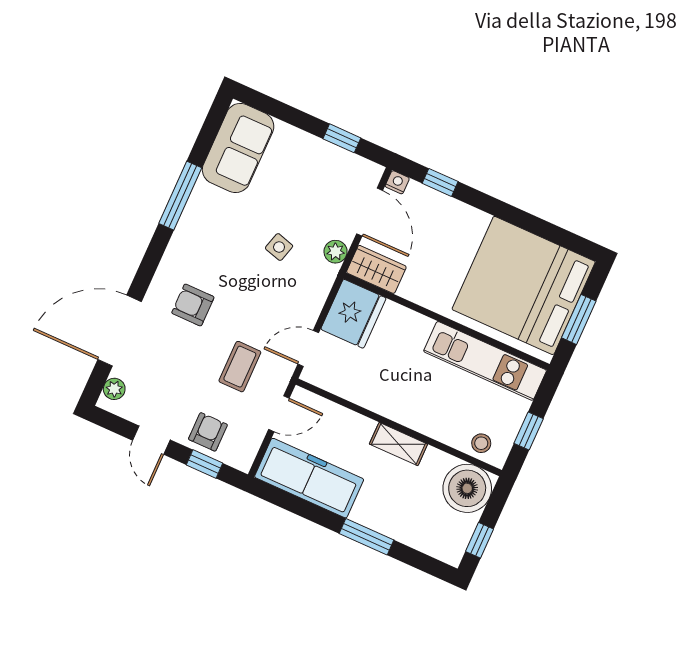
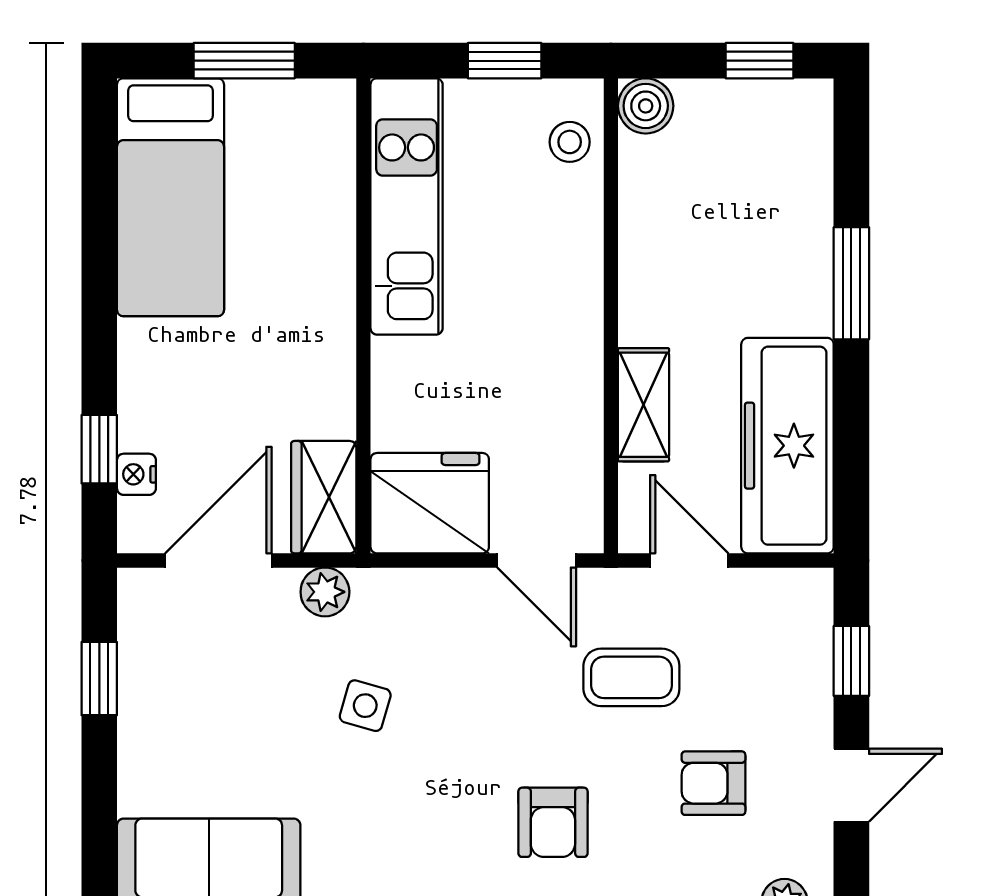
nightstand: (397, 182) -> (136, 474), moved
bed: (524, 285) -> (171, 197), width x0.49
armchair: (208, 432) -> (713, 783), moved
shelving: (398, 444) -> (644, 405), moved
boiler: (467, 488) -> (646, 106), width x0.54, depth x0.54

